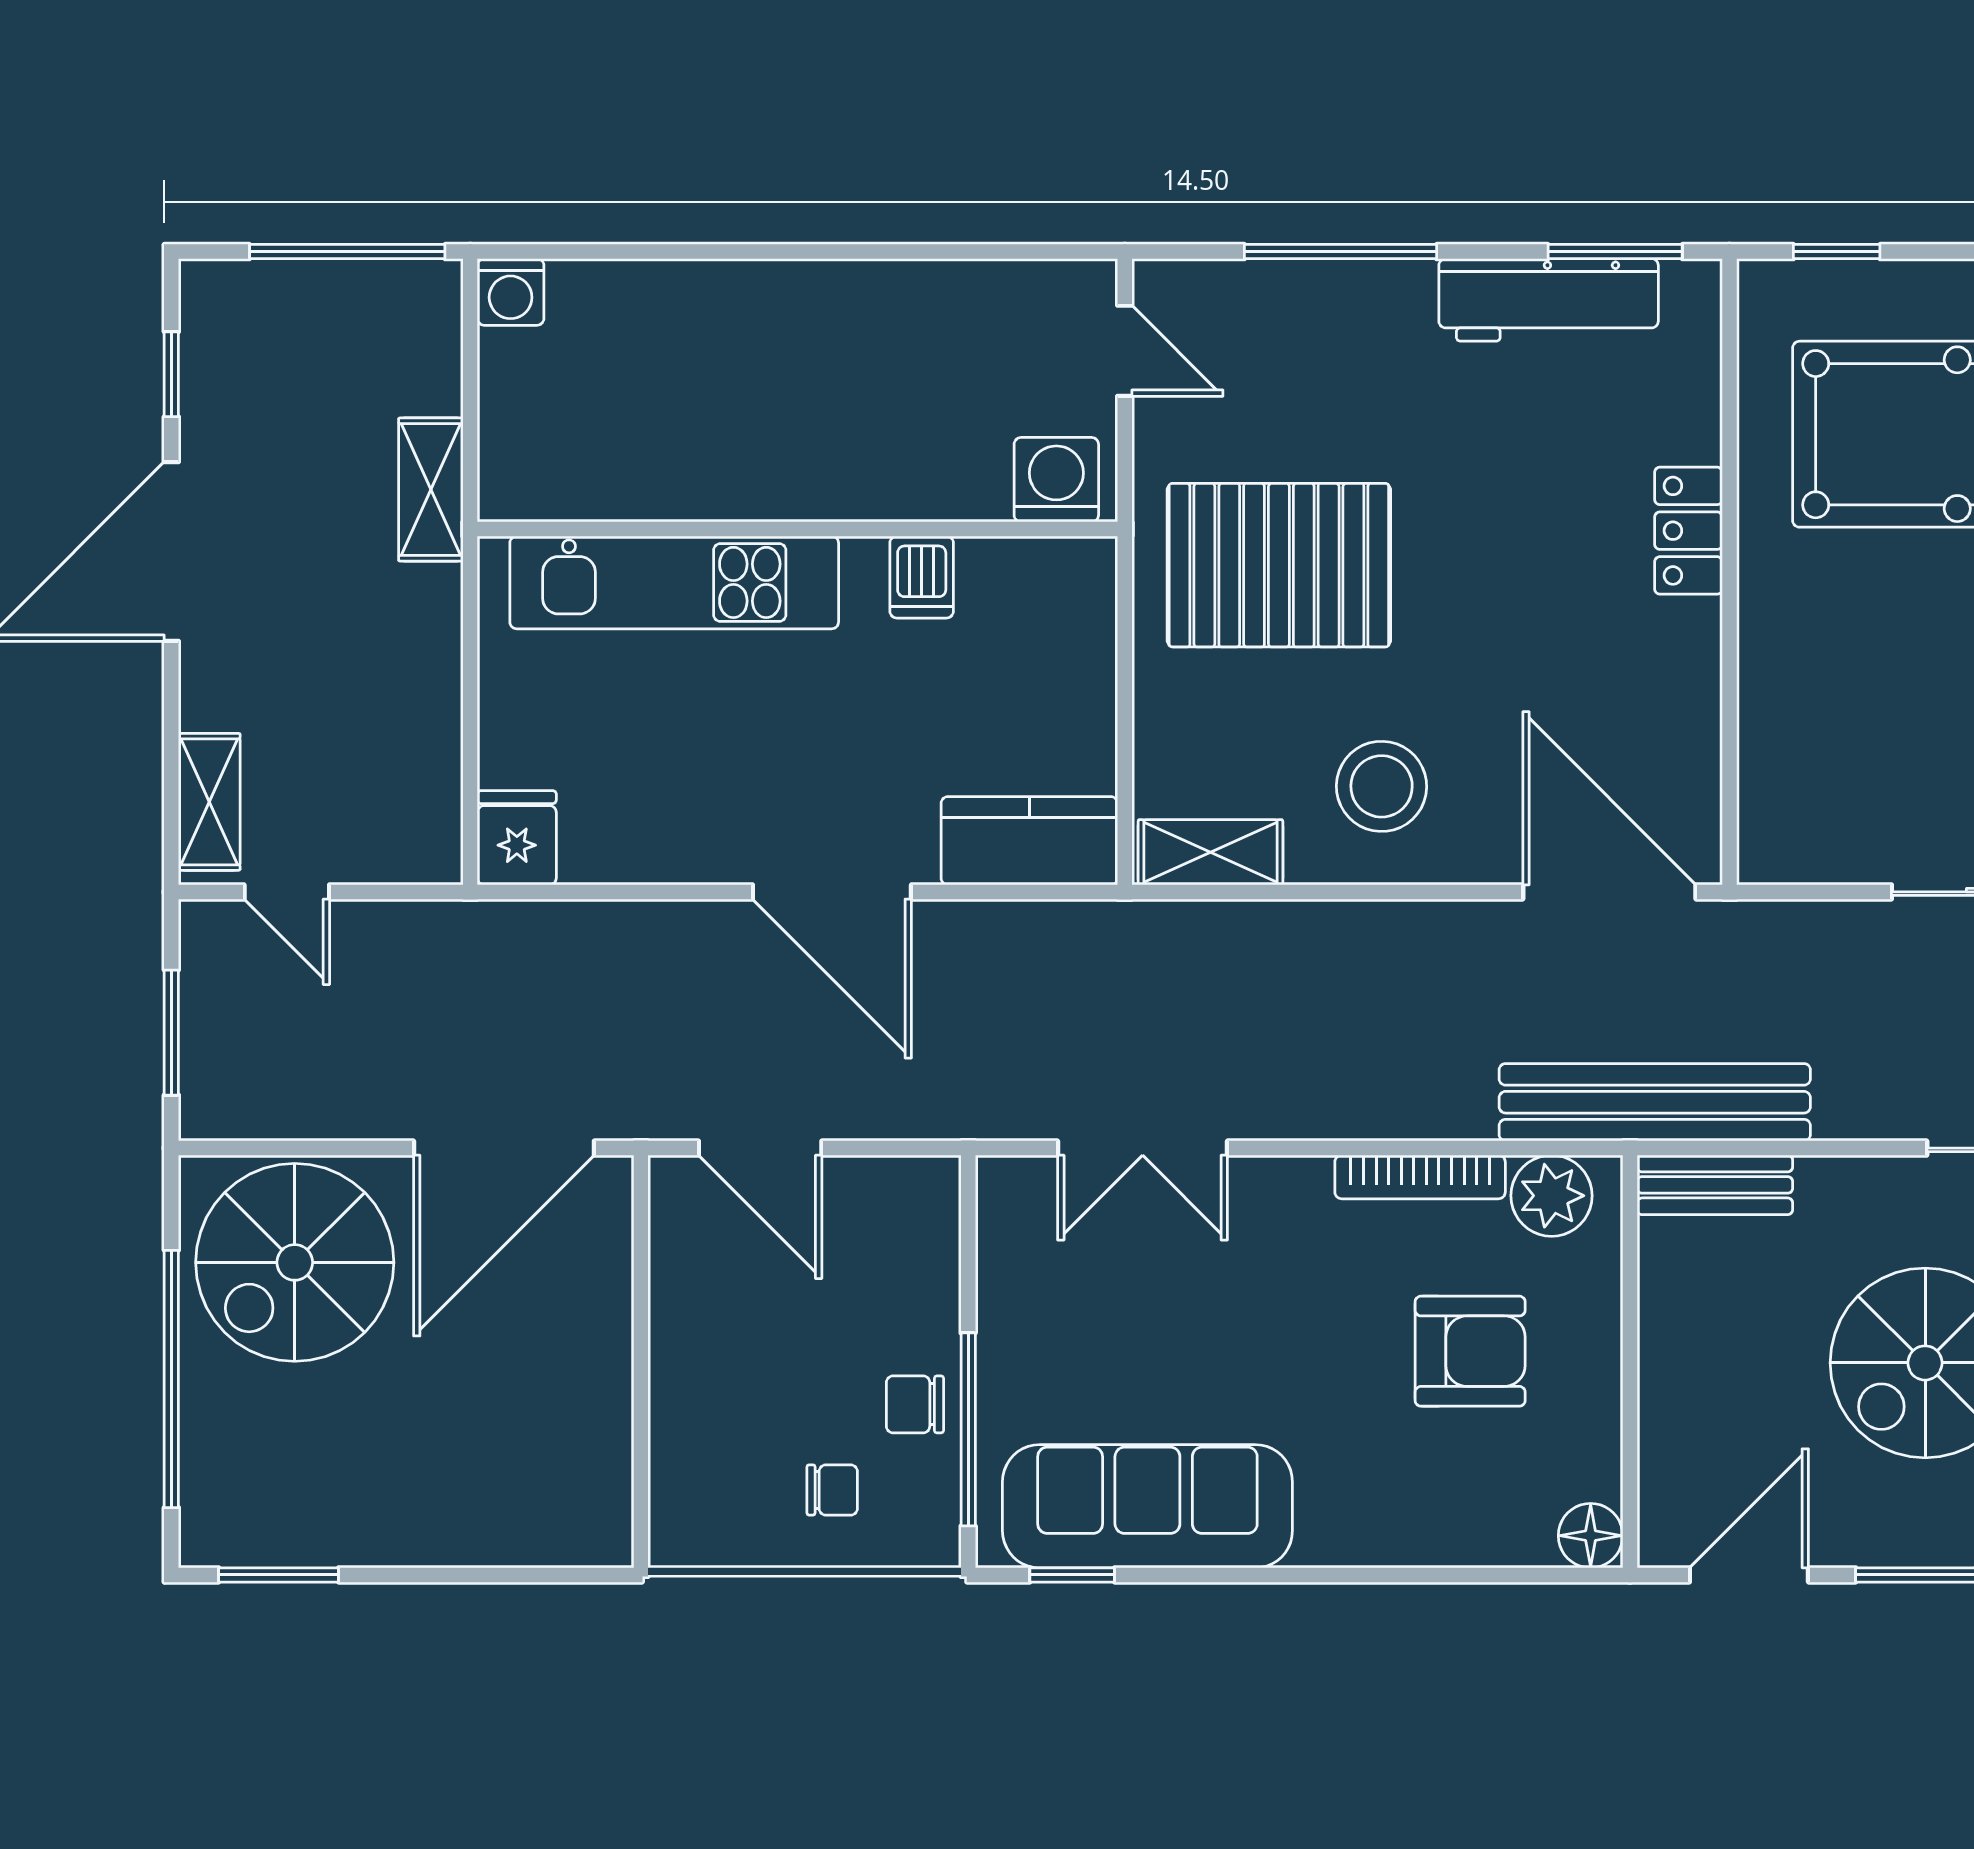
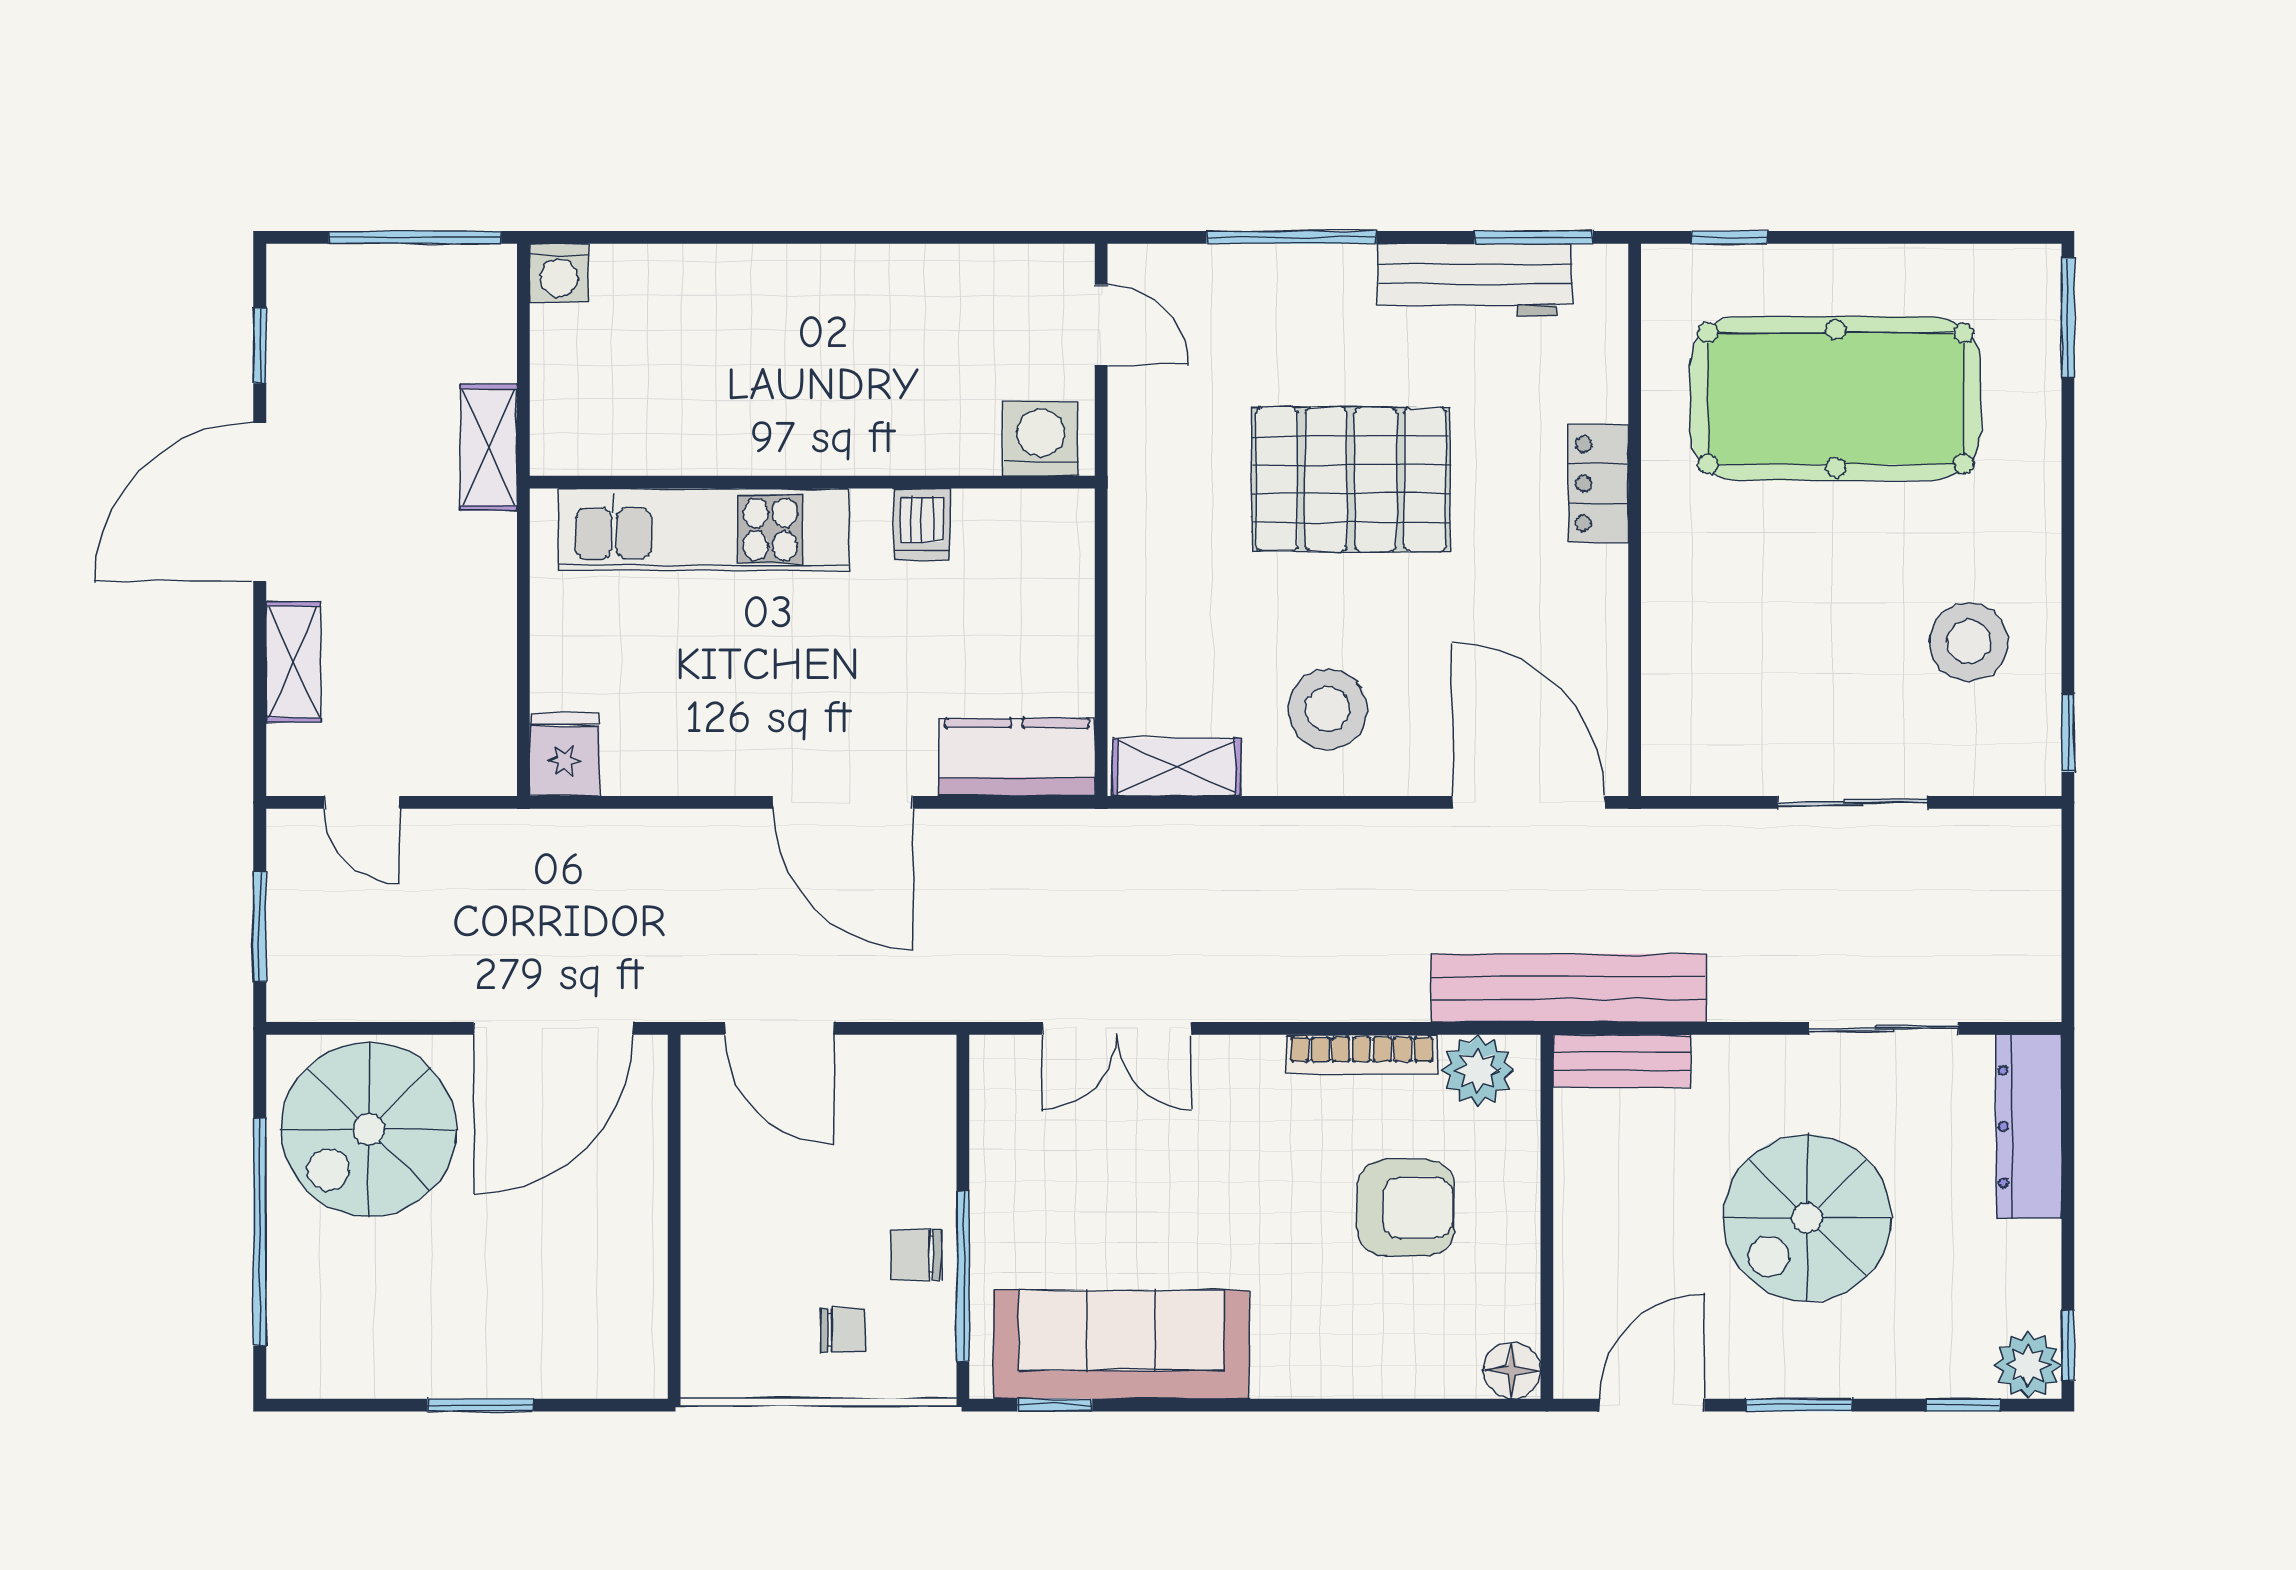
pallet: (1279, 565) -> (1351, 479), moved
shelving: (209, 802) -> (293, 662), moved
window: (279, 1575) -> (481, 1405), moved

